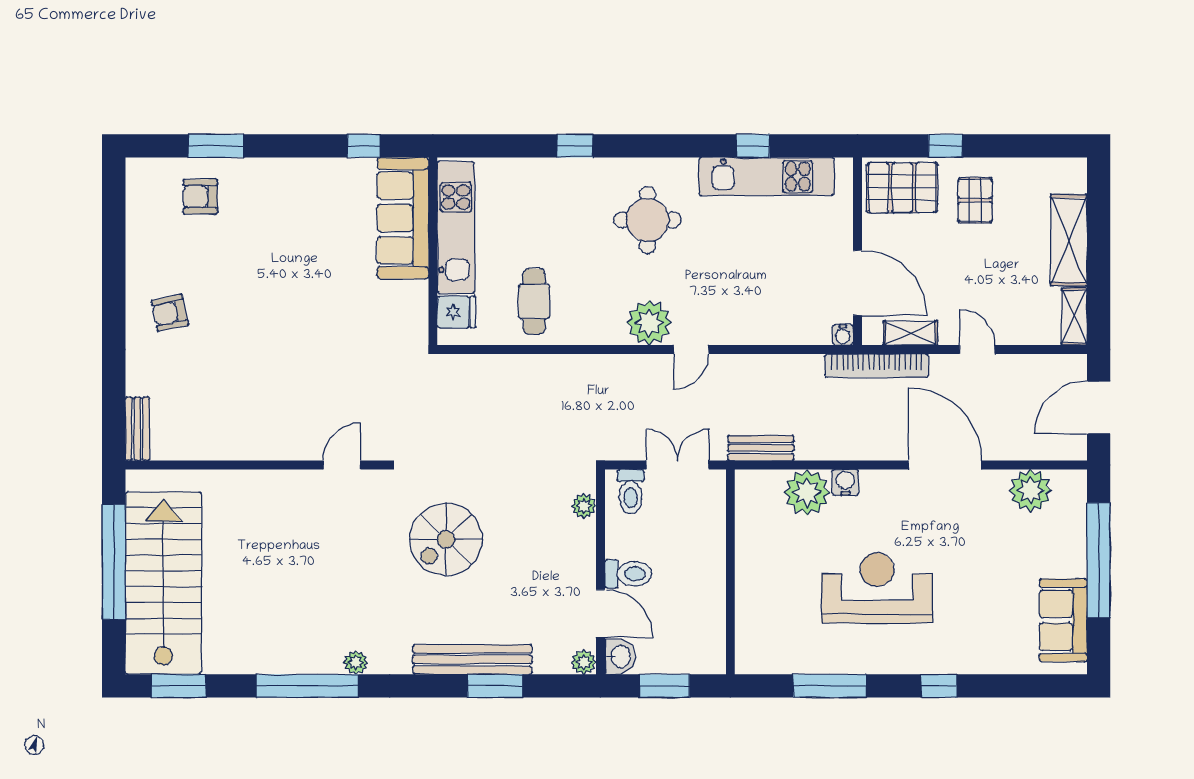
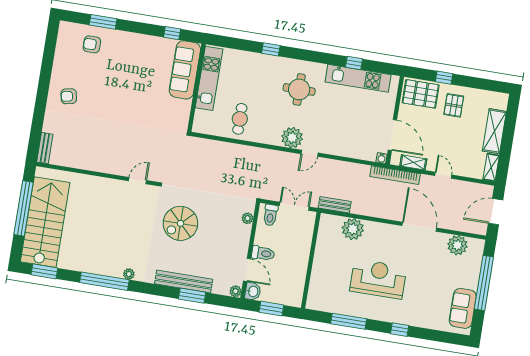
fridge: (456, 312) -> (203, 118), removed
water cooler: (845, 482) -> (372, 227), removed

